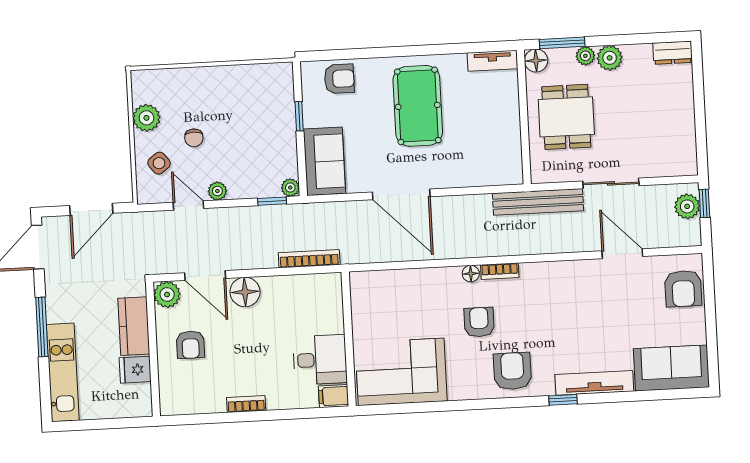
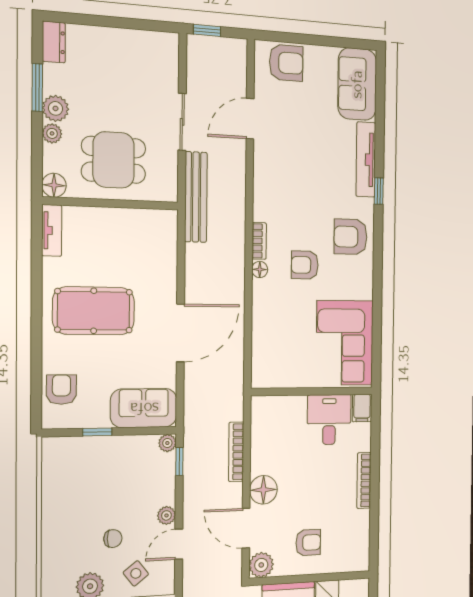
window: (562, 43) -> (37, 88), moved
plant: (687, 206) -> (209, 48), removed
bookcase: (309, 259) -> (236, 452), moved
door: (205, 276) -> (246, 528), swing flipped
bookcase: (246, 404) -> (364, 480), width x1.56

